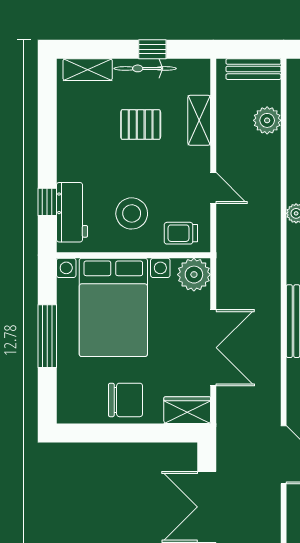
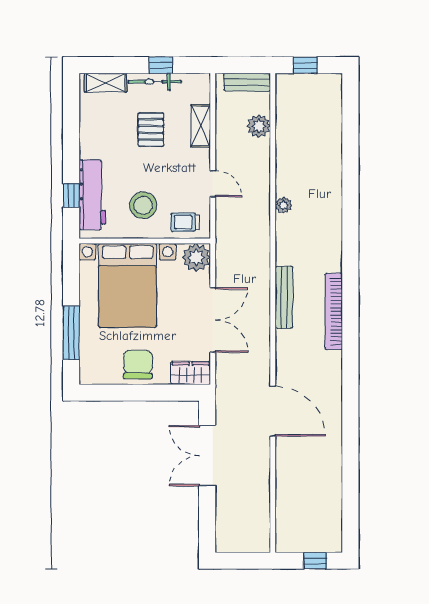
pallet: (141, 125) -> (151, 130), turned 90
workbench: (72, 212) -> (92, 195), width x1.38
window: (47, 336) -> (71, 333), moved
chair: (125, 400) -> (138, 364), turned -90

